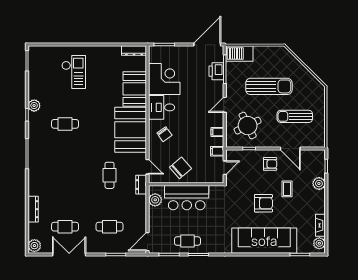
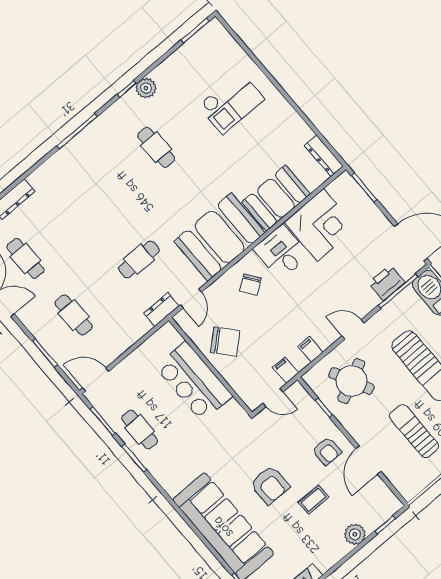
plant: (155, 200) -> (157, 344), removed

